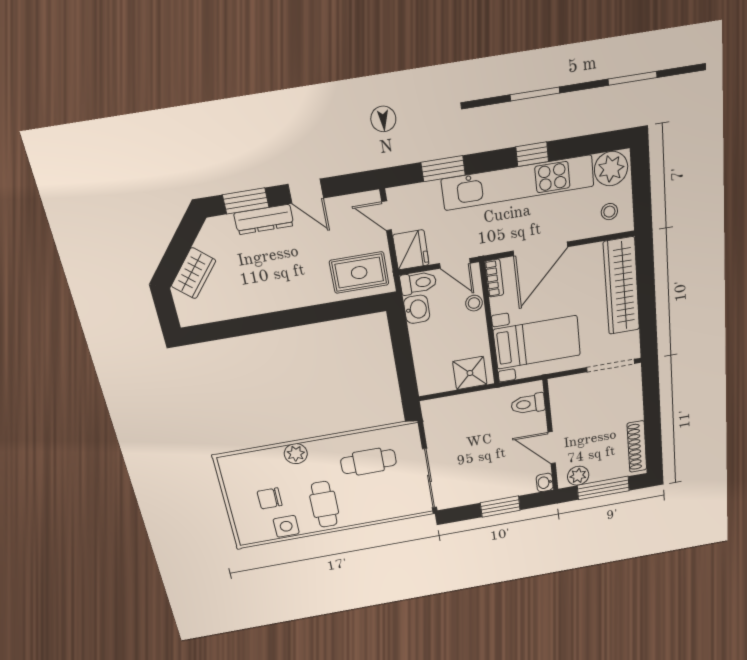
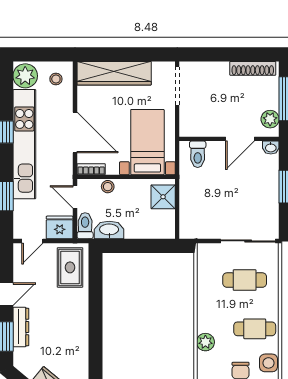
door: (455, 263) -> (75, 197), swing flipped
washbasin: (417, 309) -> (109, 230), width x1.38
cafe table: (369, 462) -> (245, 280), moved, turned 90

